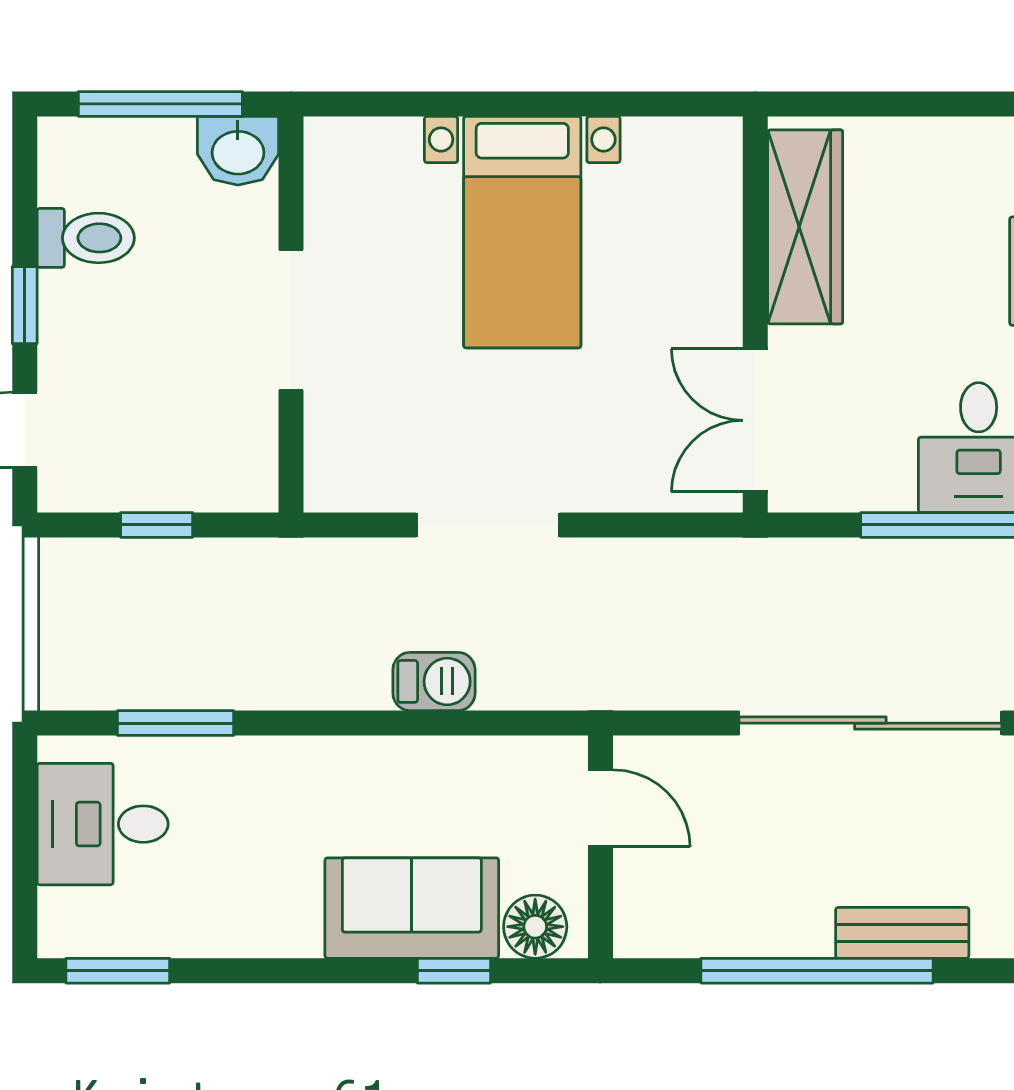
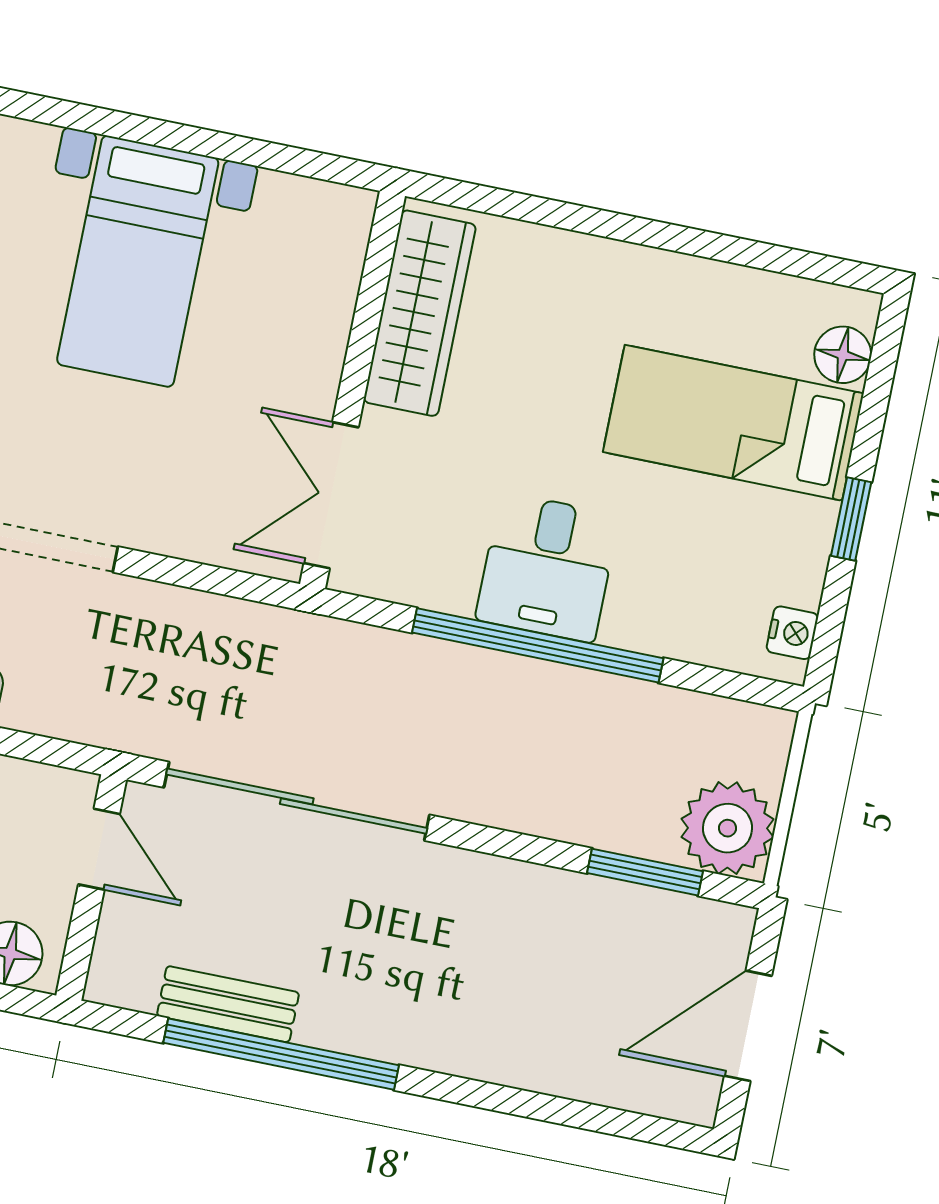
sliding door: (870, 723) -> (297, 801), moved
bench: (902, 933) -> (228, 1004), moved

